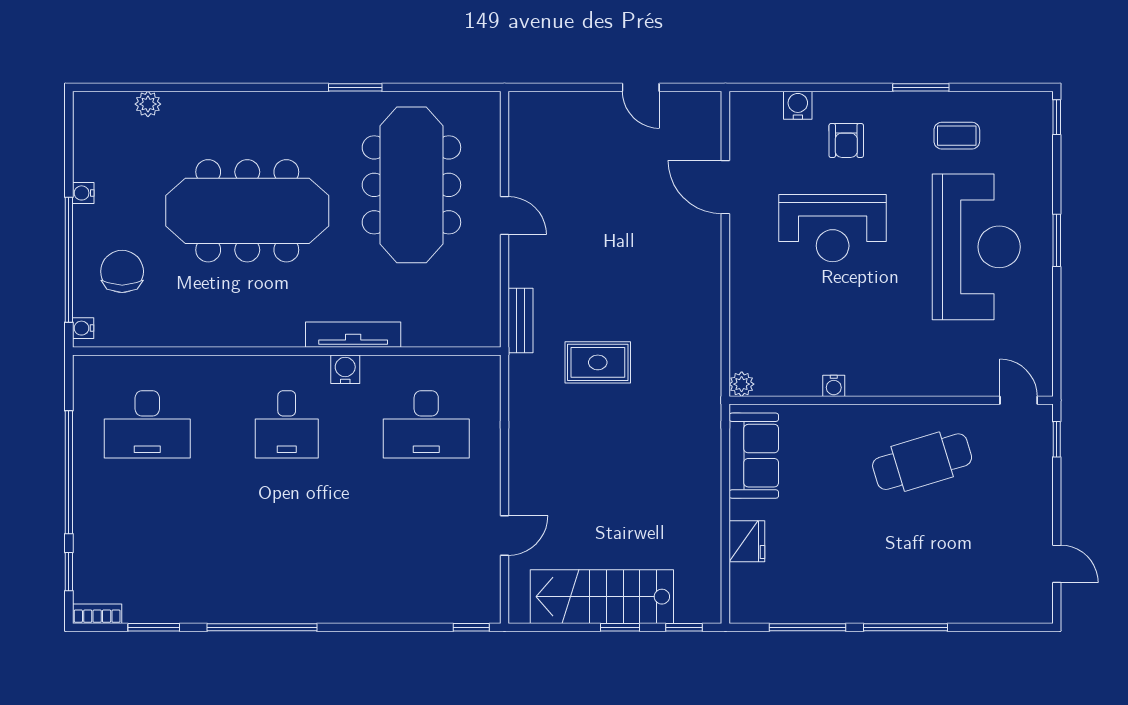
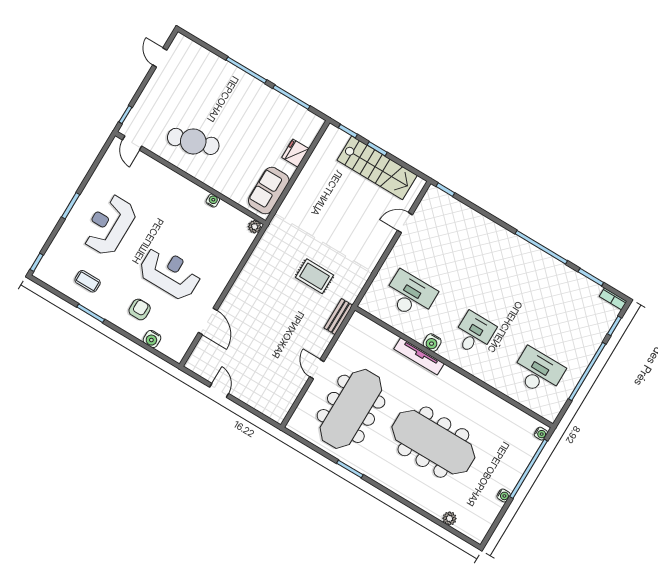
reception desk: (976, 247) -> (109, 225), width x0.74, depth x0.77
chair: (122, 271) -> (507, 449), removed

